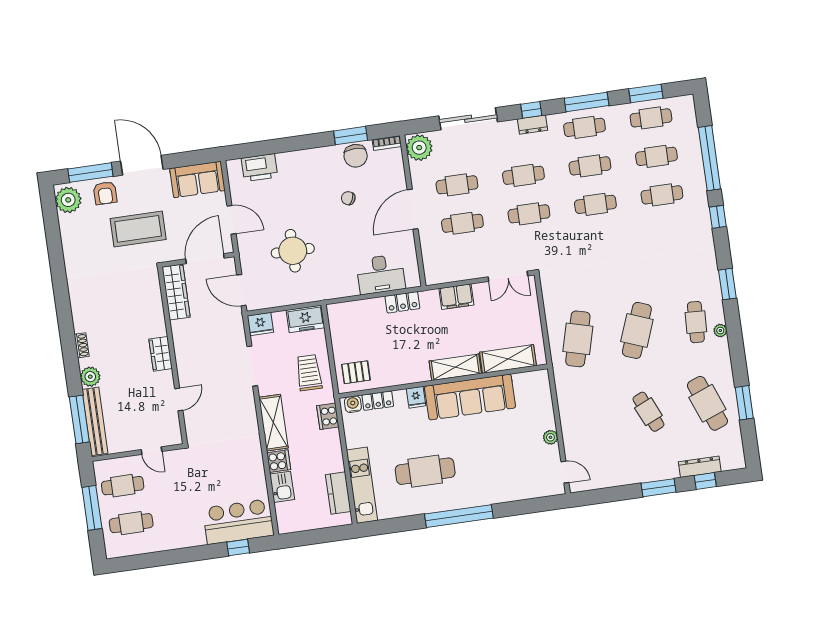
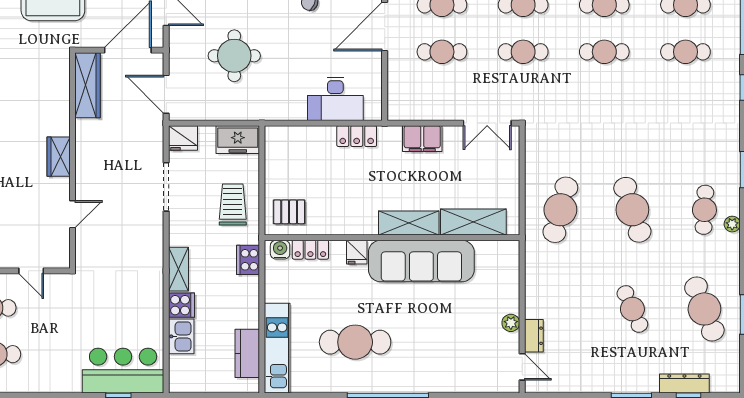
cafe table: (637, 330) -> (632, 210), turned -39
shelving: (273, 423) -> (179, 269), width x0.67, depth x0.75
dresser: (571, 445) -> (534, 336), added

